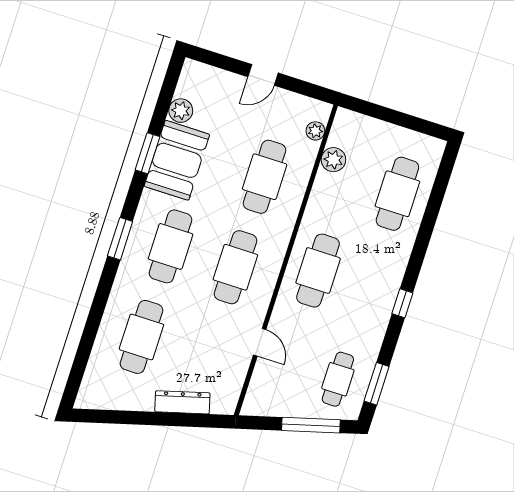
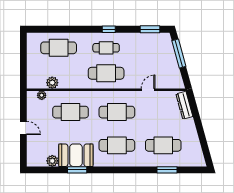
window: (120, 239) -> (167, 170), moved
cafe table: (338, 379) -> (106, 48), moved
dresser: (182, 402) -> (184, 105), moved

